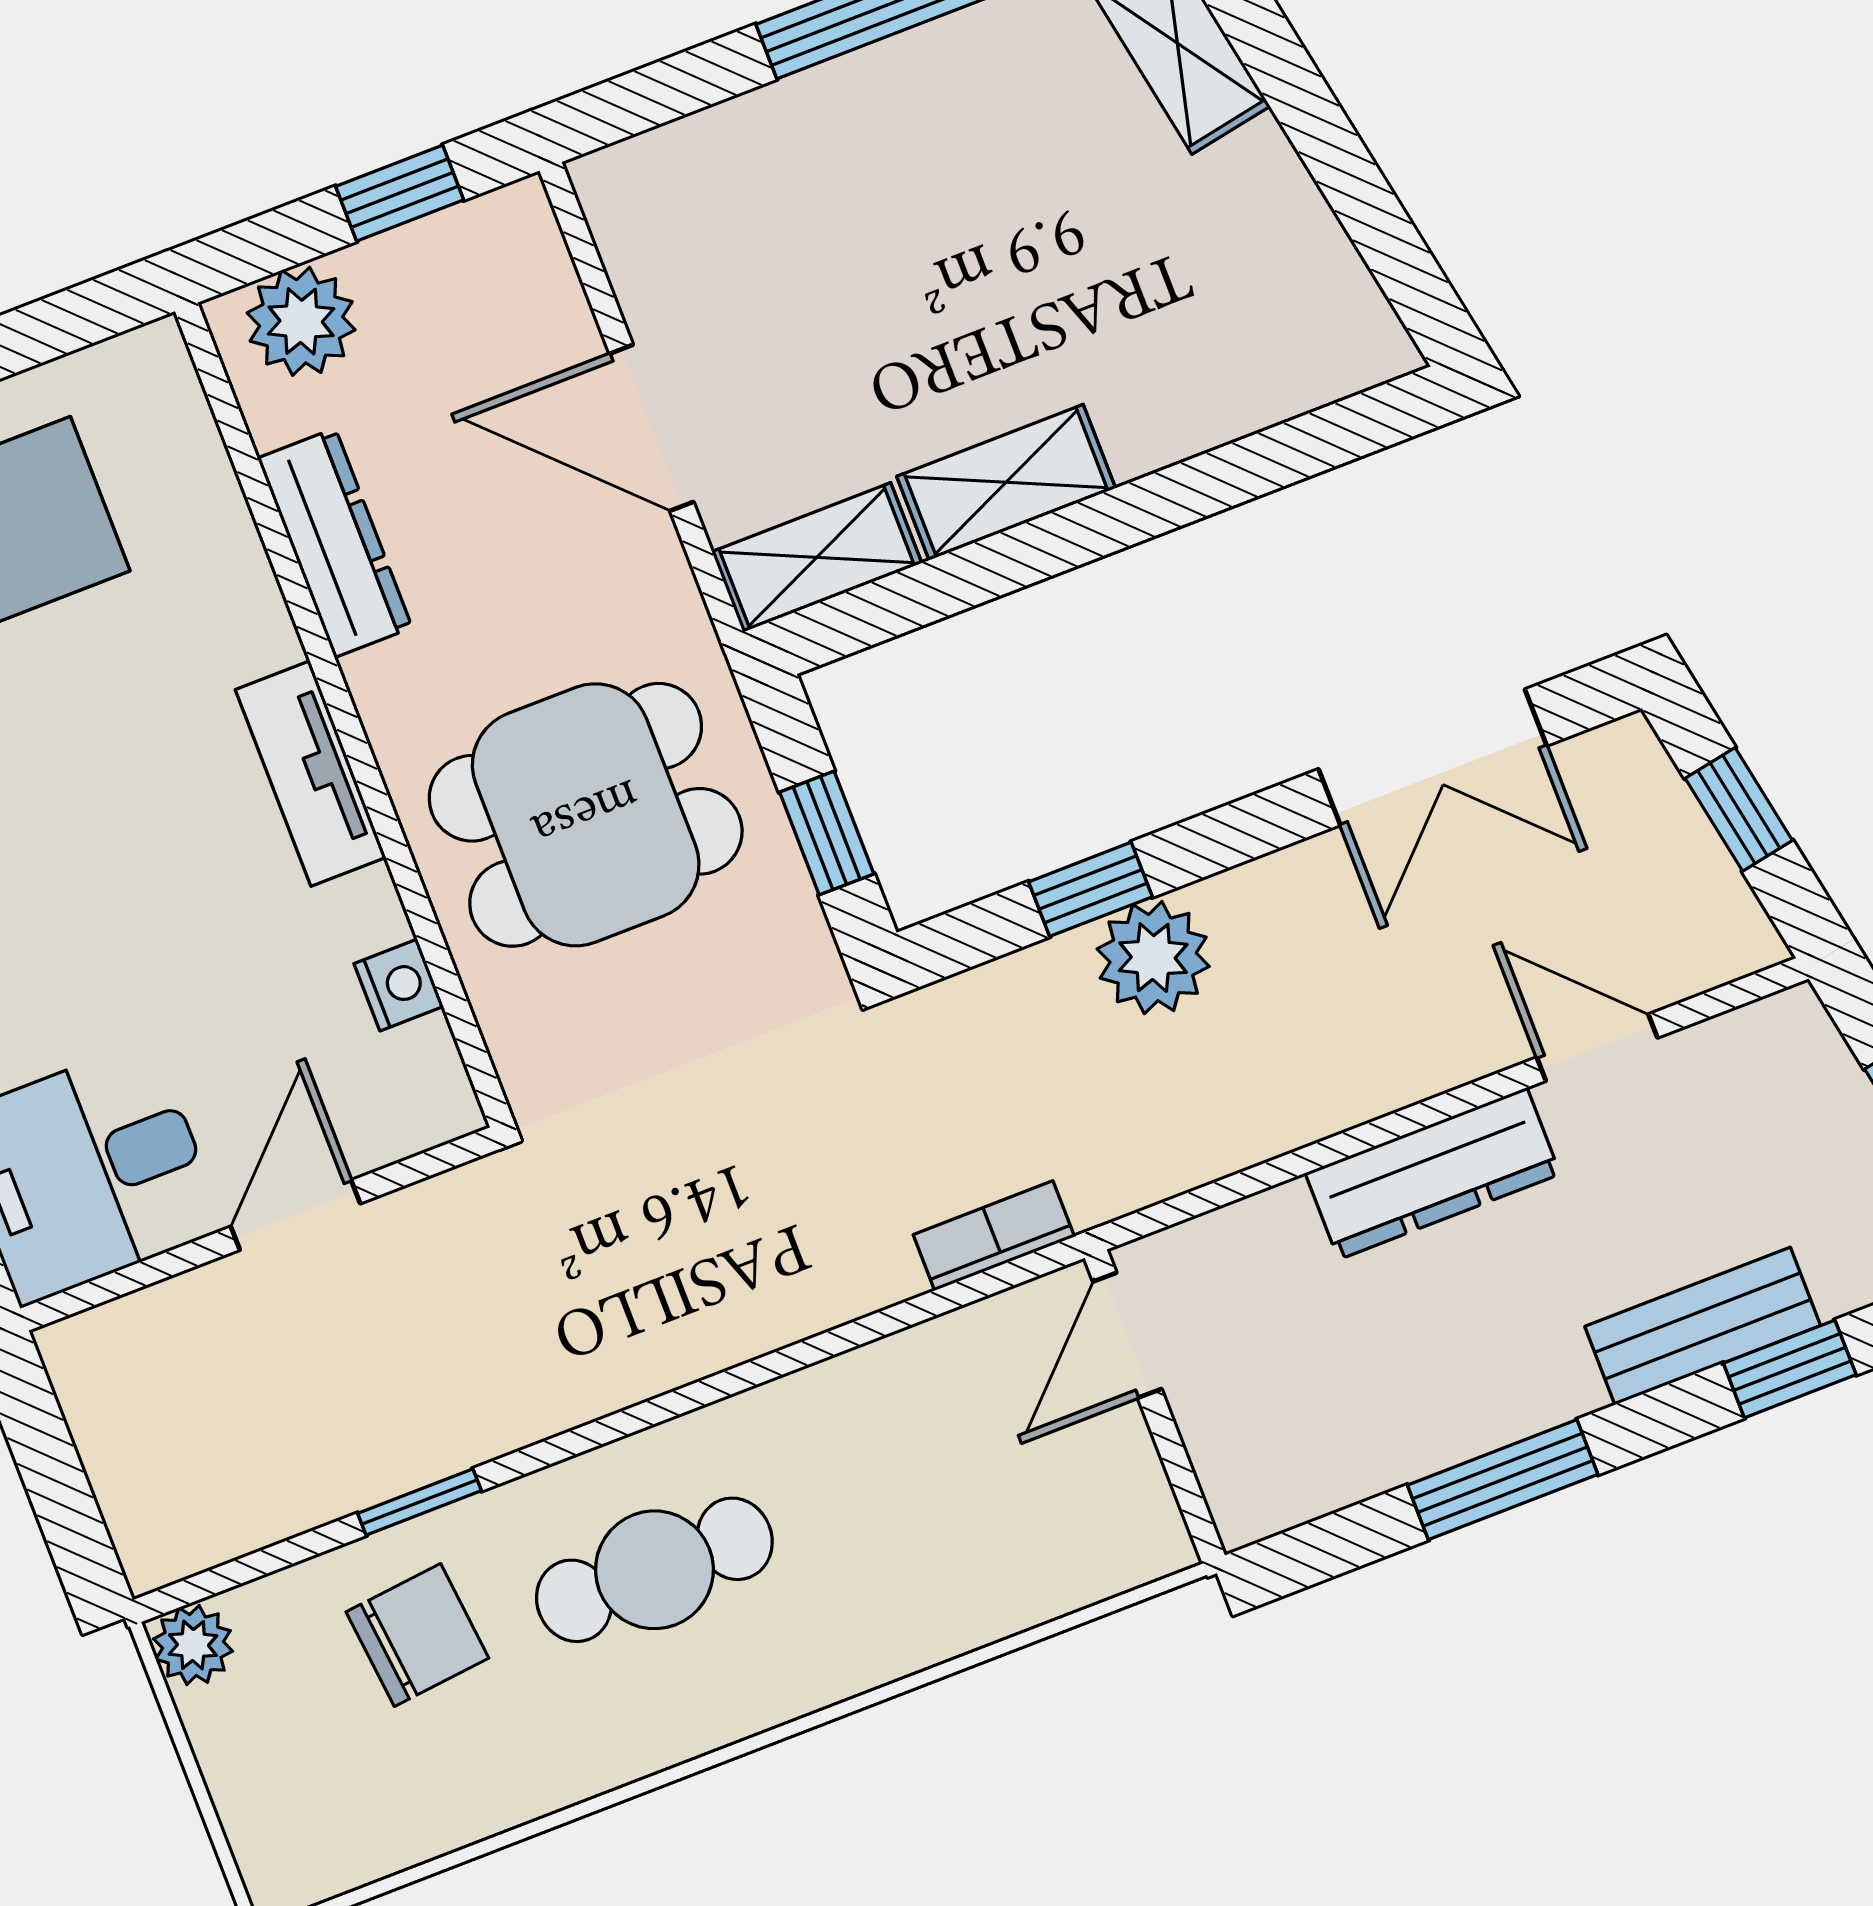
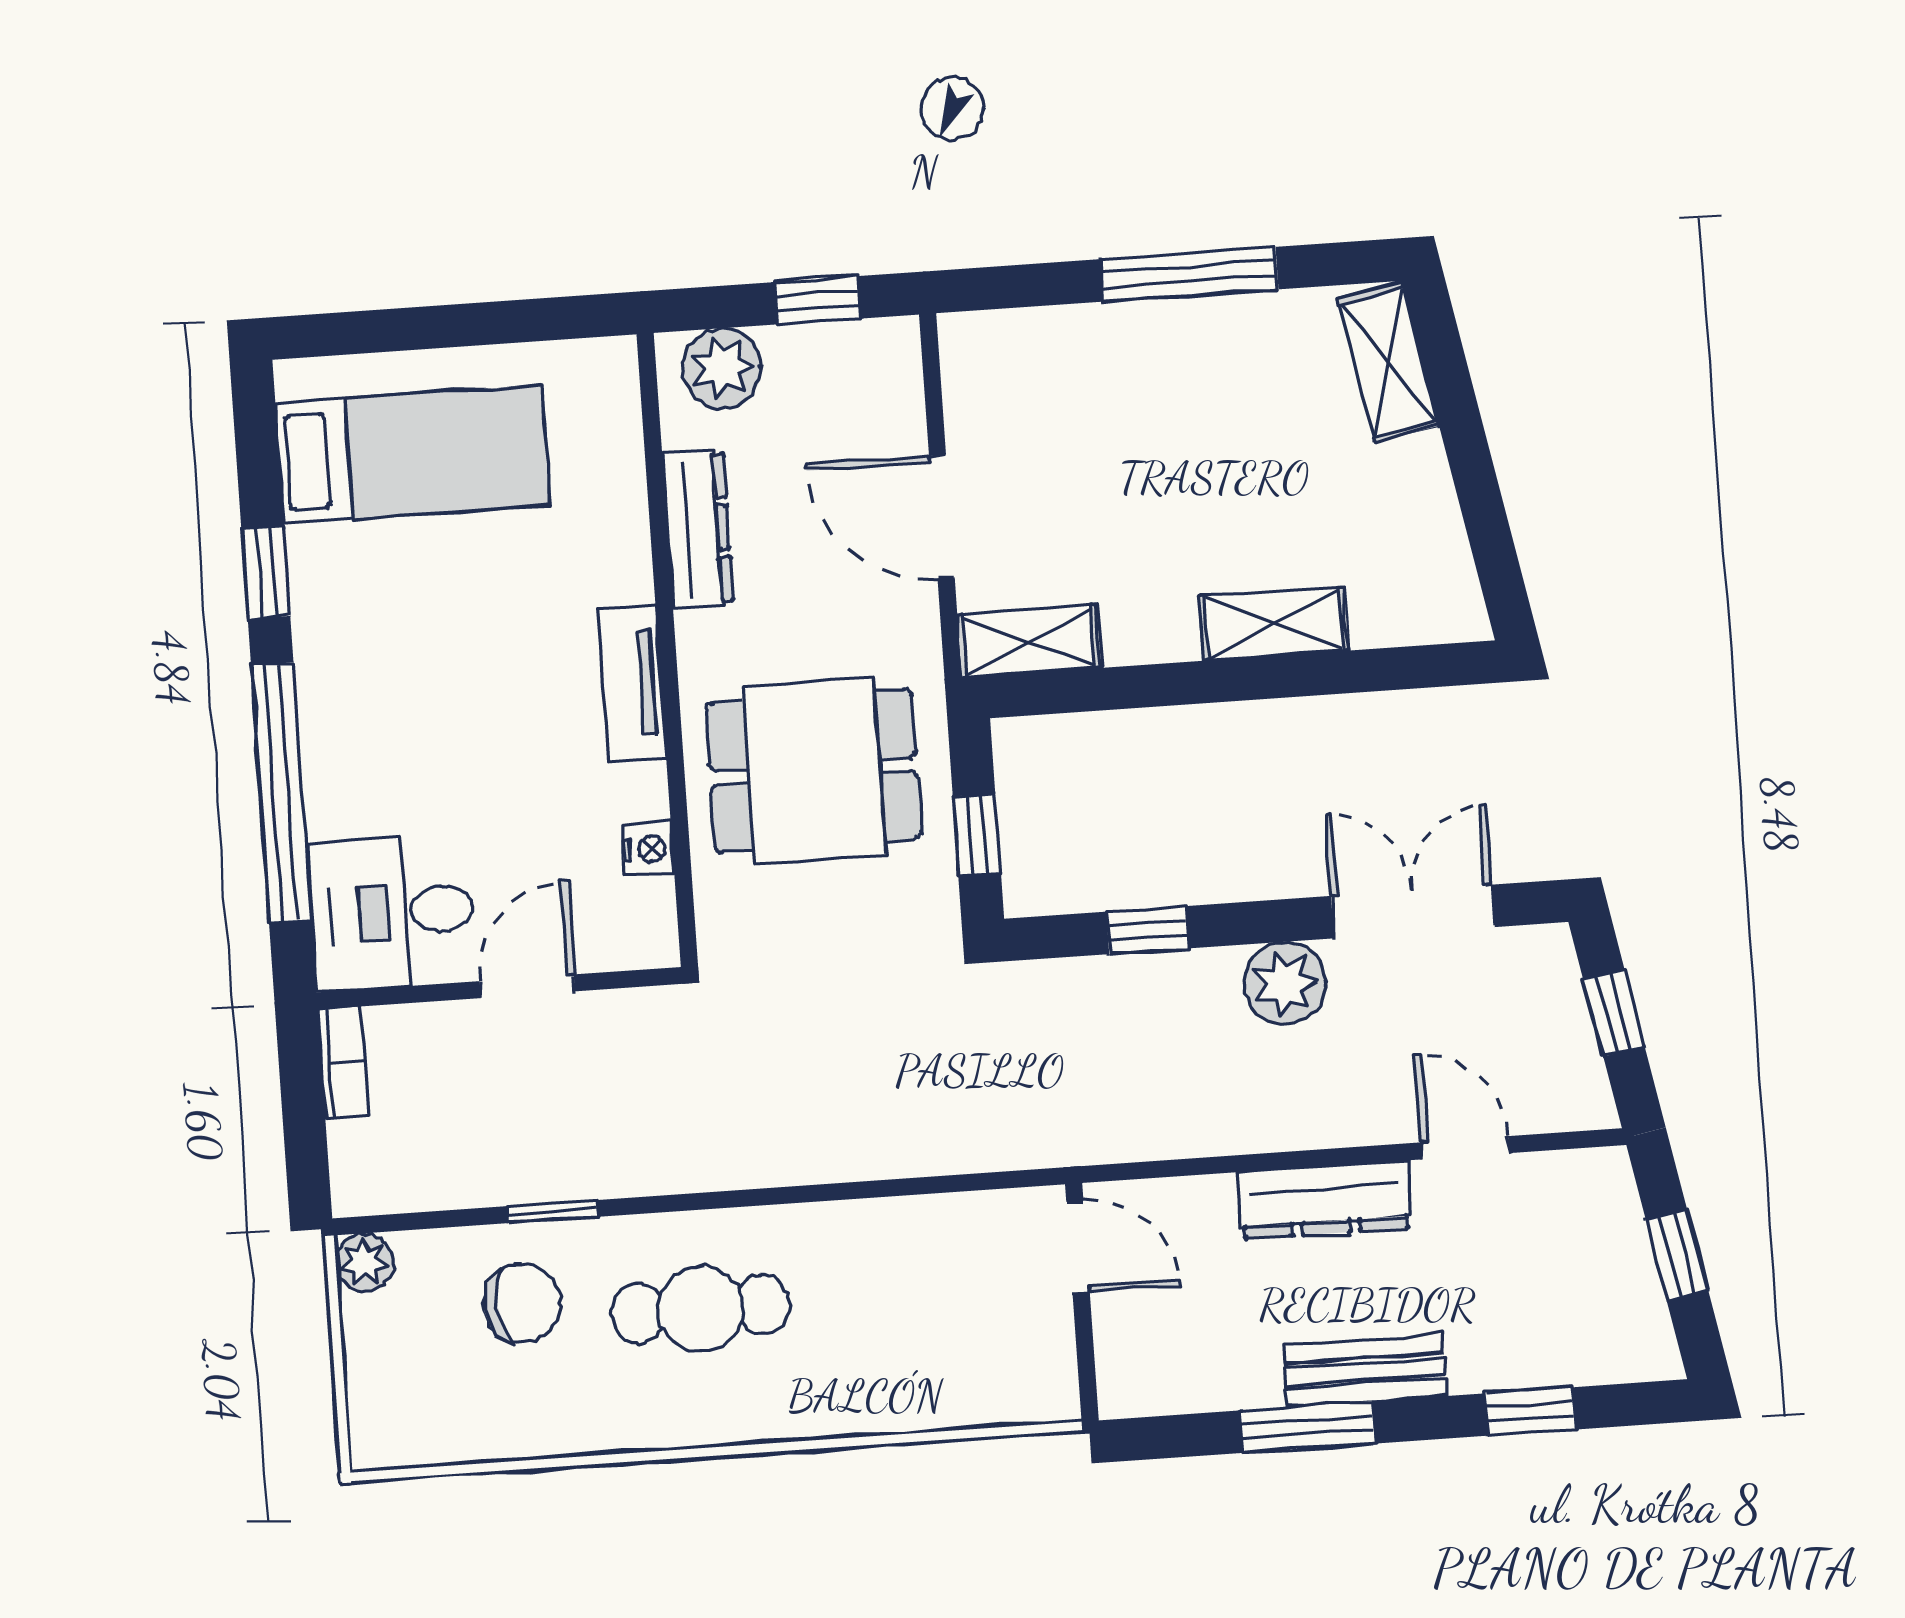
shelving: (1006, 482) -> (1274, 623), moved
double door: (1433, 757) -> (1413, 912), swing flipped
plant: (1153, 958) -> (1285, 983), moved
bookcase: (994, 1236) -> (343, 1062), moved, turned 90
bench: (1703, 1326) -> (1365, 1371), moved
door: (1127, 1335) -> (1078, 1247), swing flipped

